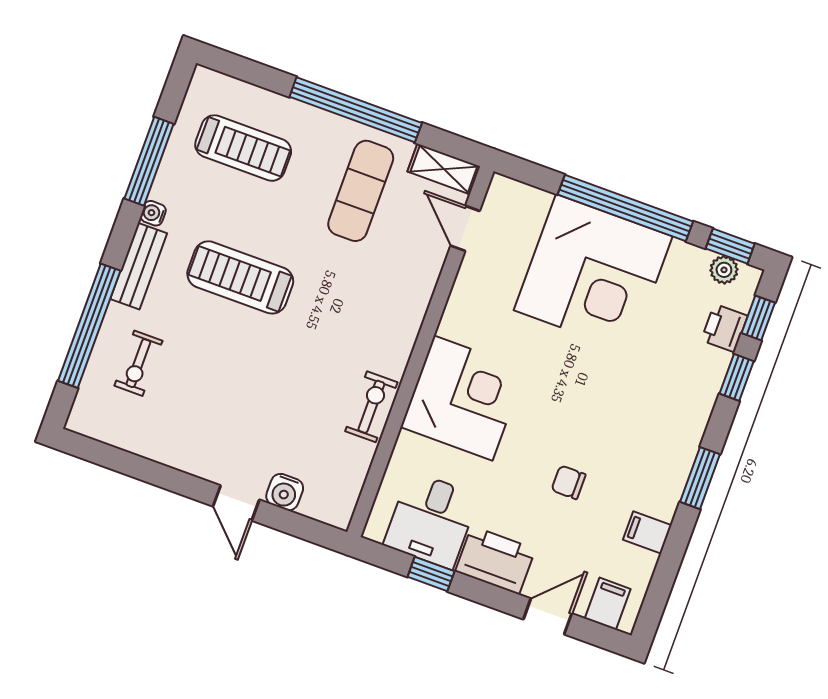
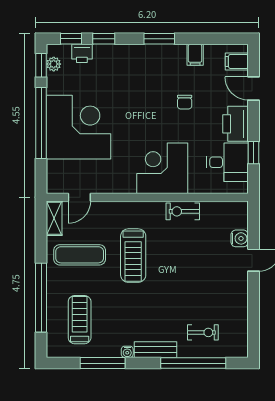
window: (356, 110) -> (41, 298), moved
treadmill: (240, 277) -> (133, 256), moved

